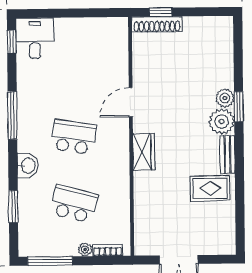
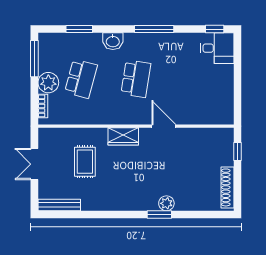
shoe rack: (157, 24) -> (227, 187), moved
plant: (222, 122) -> (147, 200), removed
bench: (227, 155) -> (59, 205), moved, width x1.36
rug: (210, 188) -> (85, 162), moved
plant: (85, 250) -> (48, 83), width x1.87, depth x1.87

